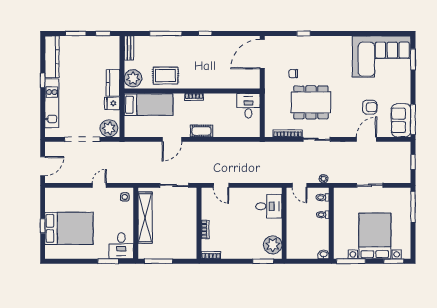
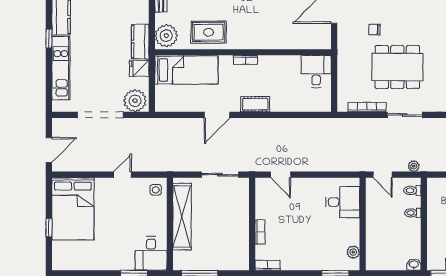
bed: (69, 228) -> (73, 209), moved, turned 90
plant: (273, 245) -> (353, 252), width x0.53, depth x0.53

